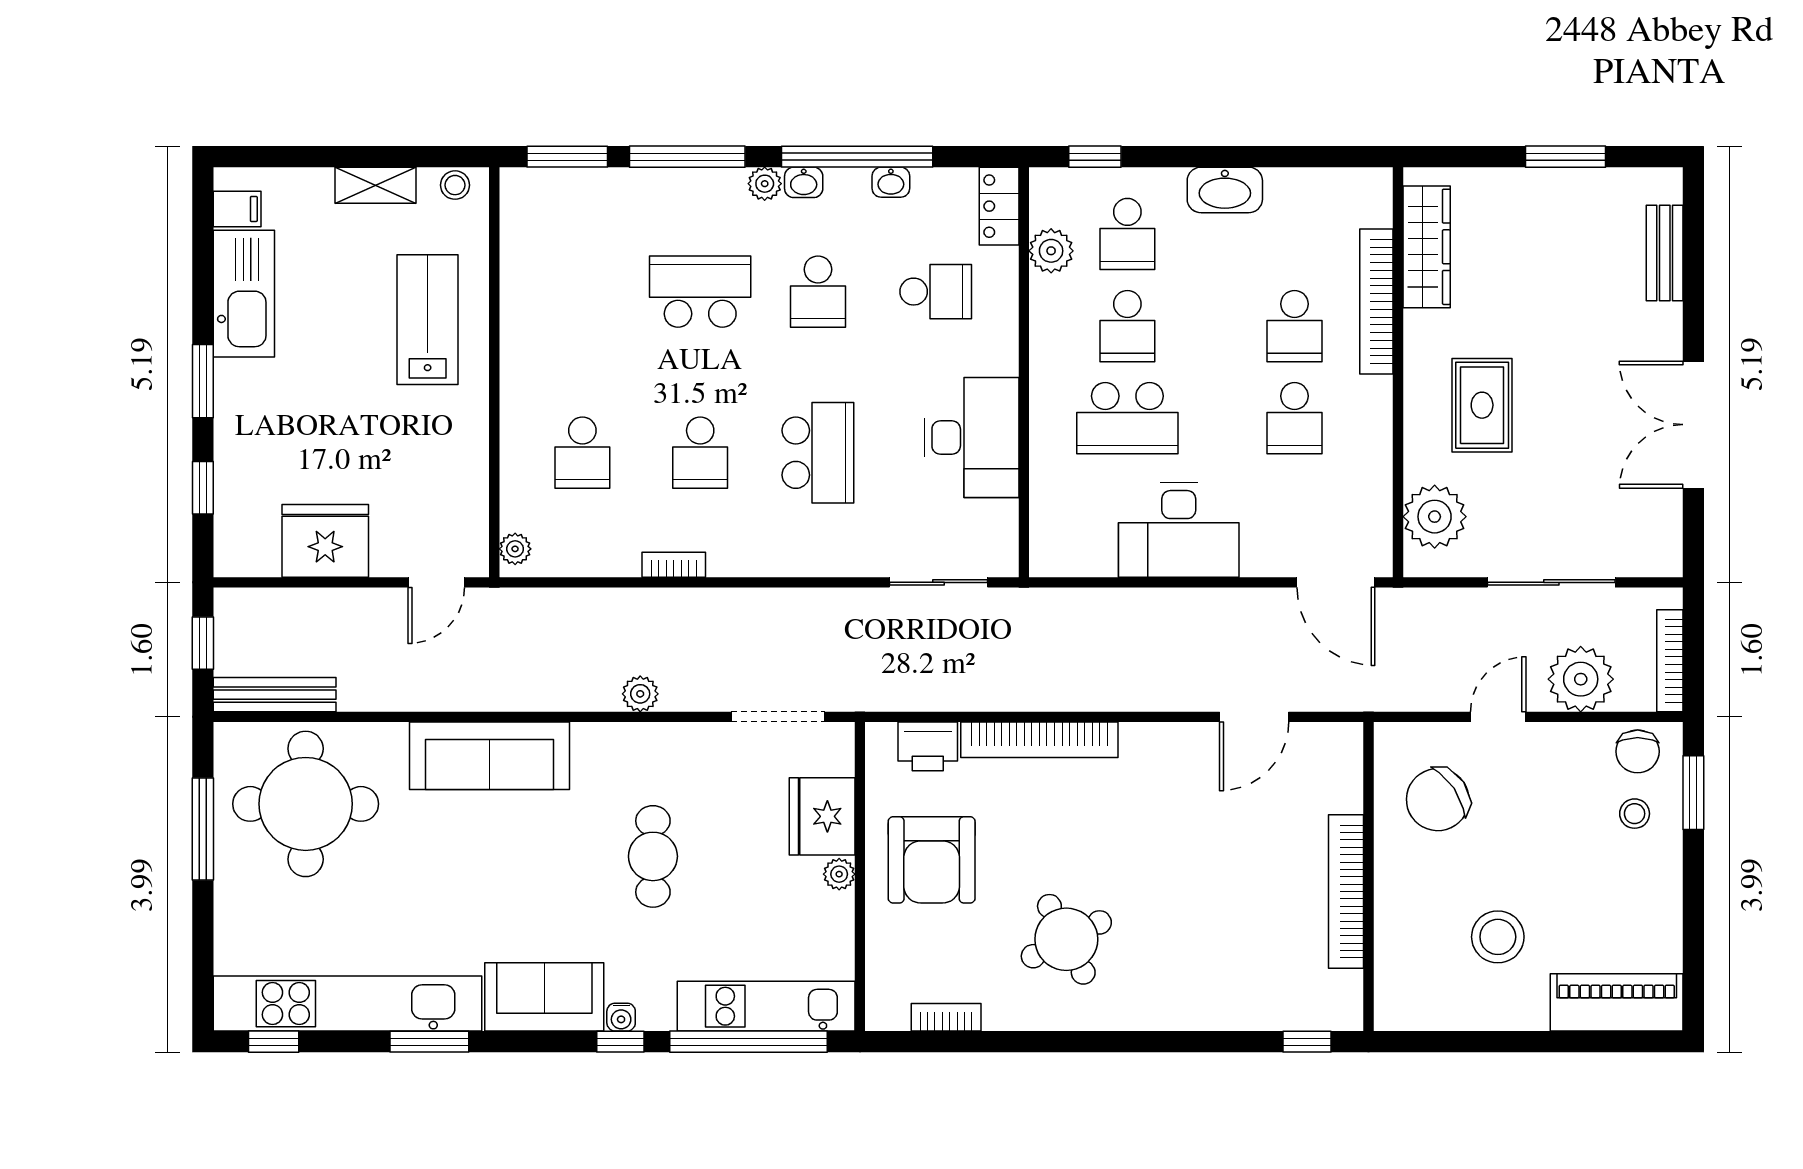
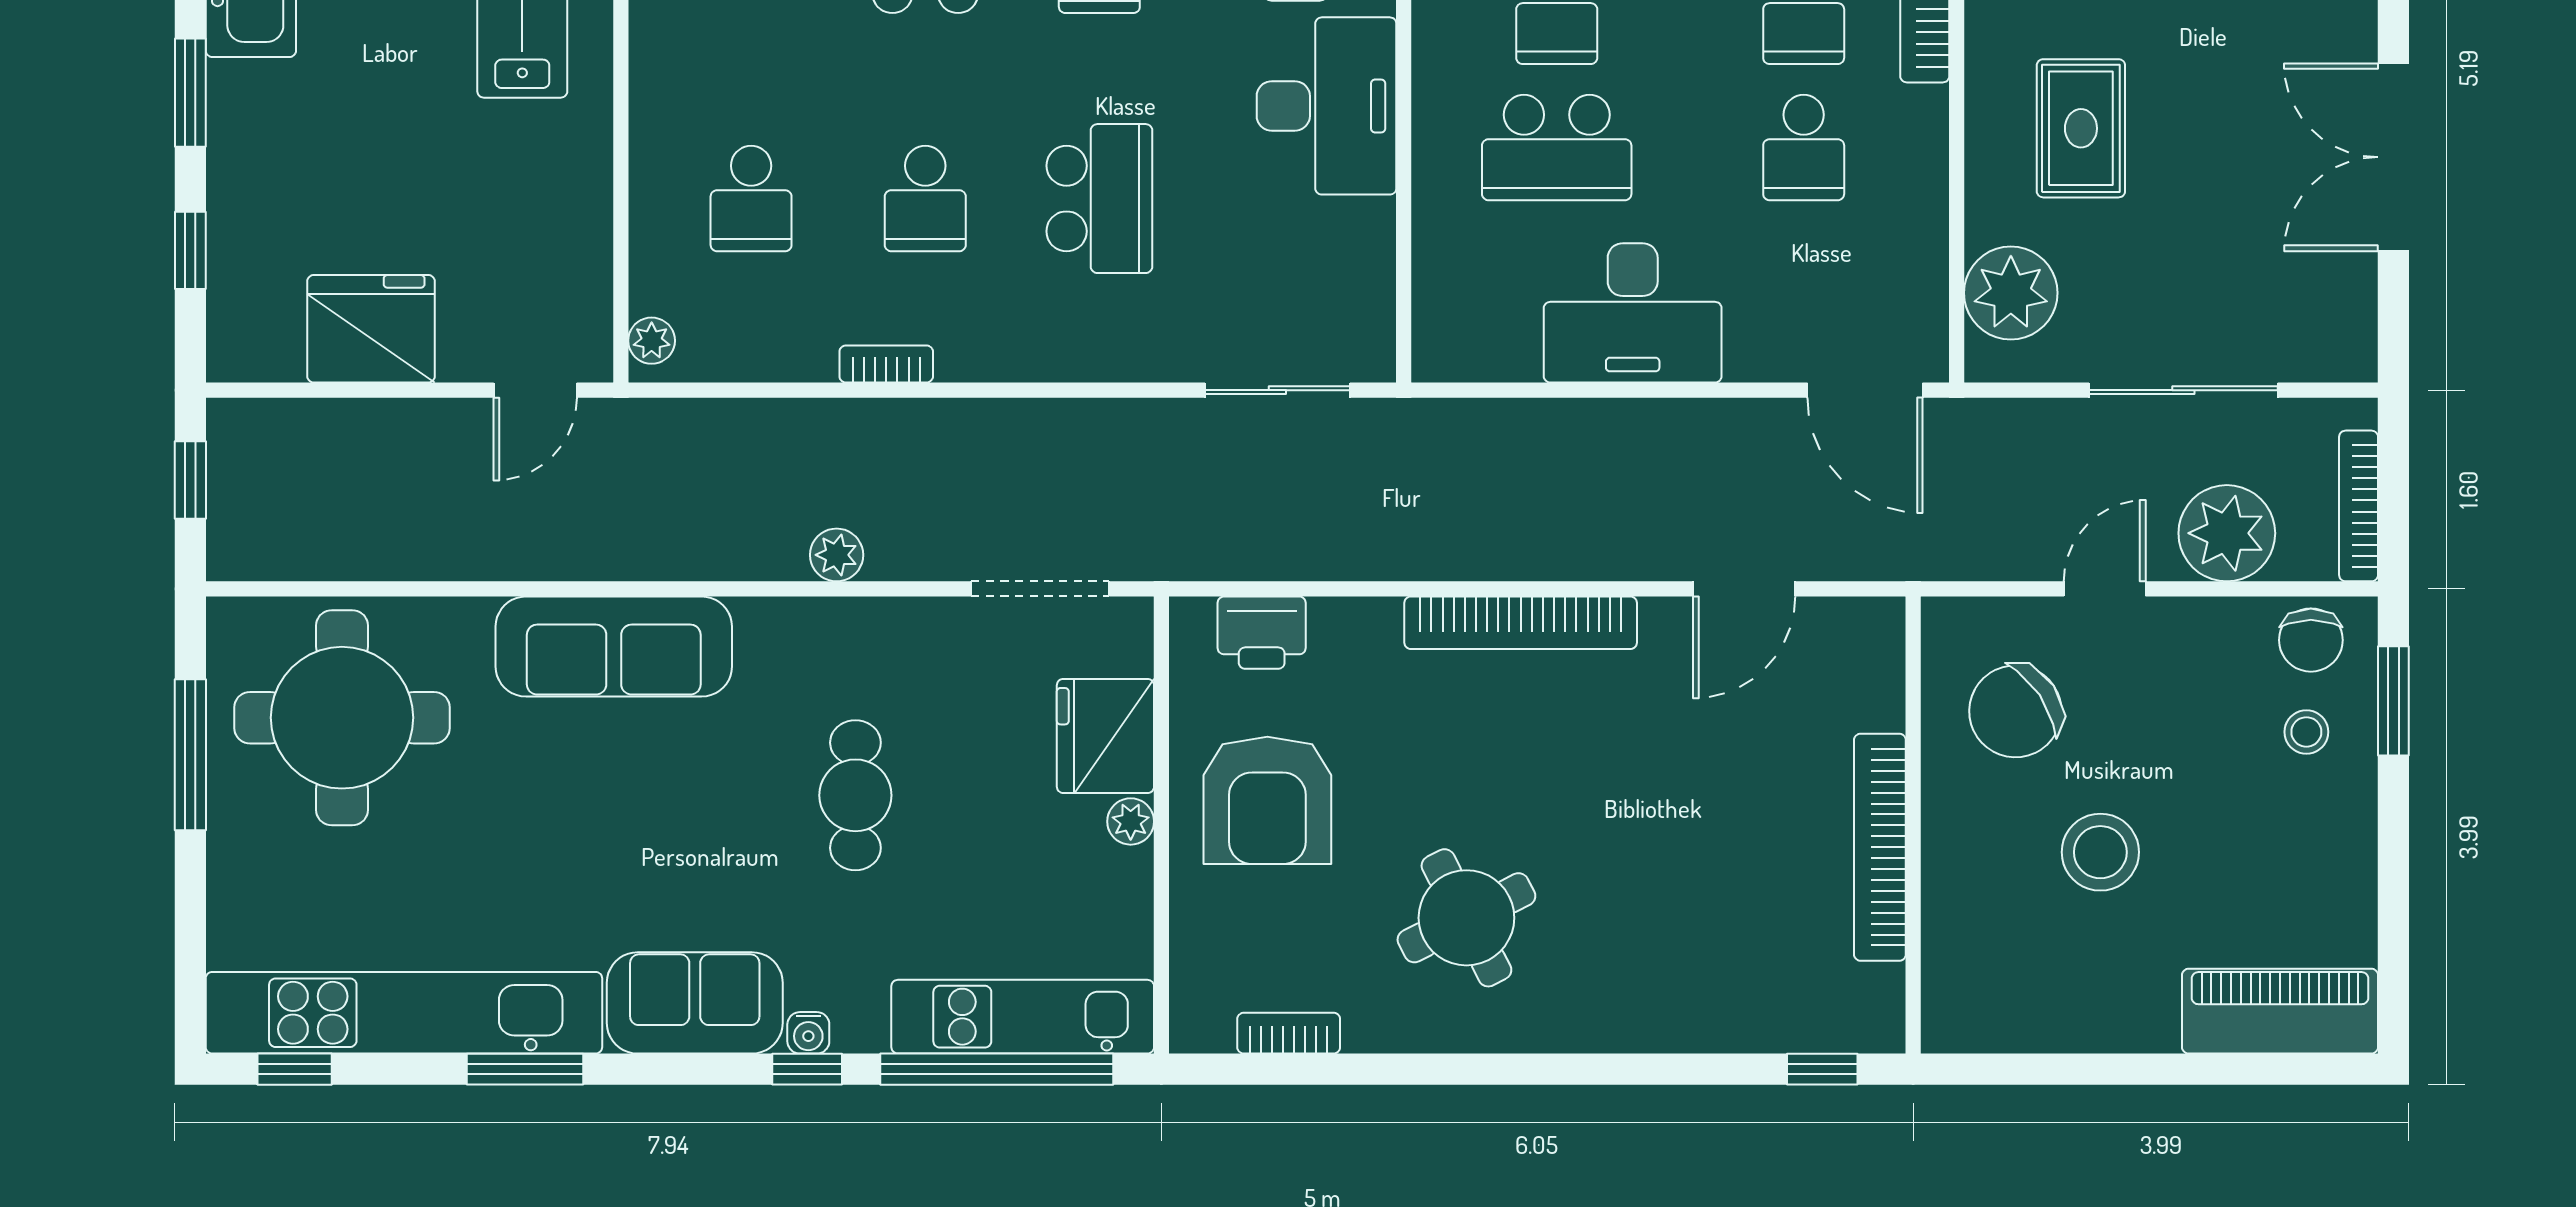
desk: (972, 438) -> (1327, 106), moved
bench: (275, 695) -> (296, 556), removed
bookcase: (1039, 740) -> (1521, 623), moved
stool: (1498, 937) -> (2100, 852), moved

